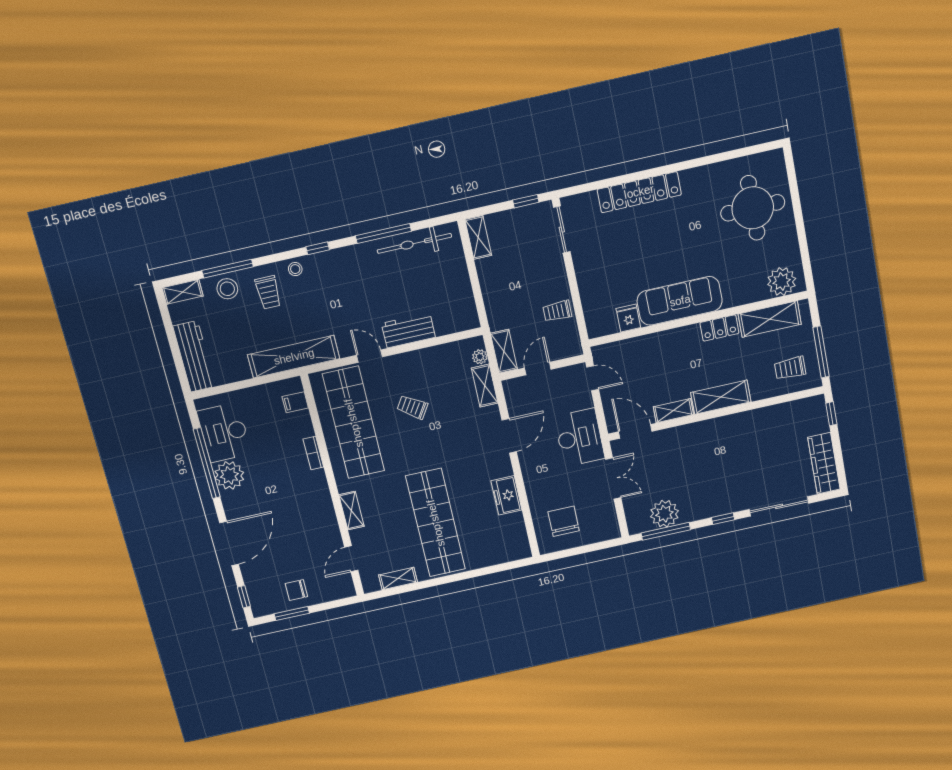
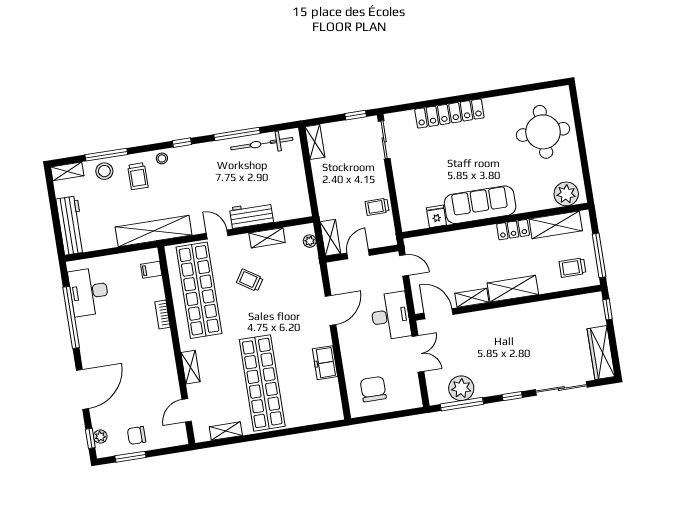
shelving: (485, 386) -> (267, 238), moved, turned 90
plant: (229, 475) -> (100, 437), moved, width x0.53, depth x0.53

